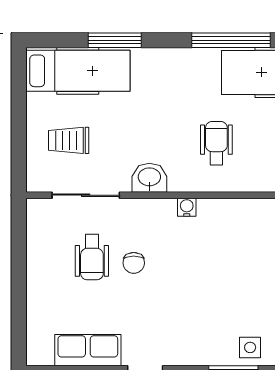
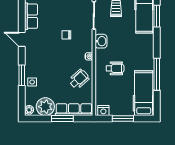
window: (115, 40) -> (157, 16), moved
wheelchair: (92, 257) -> (79, 79), moved, turned 138

